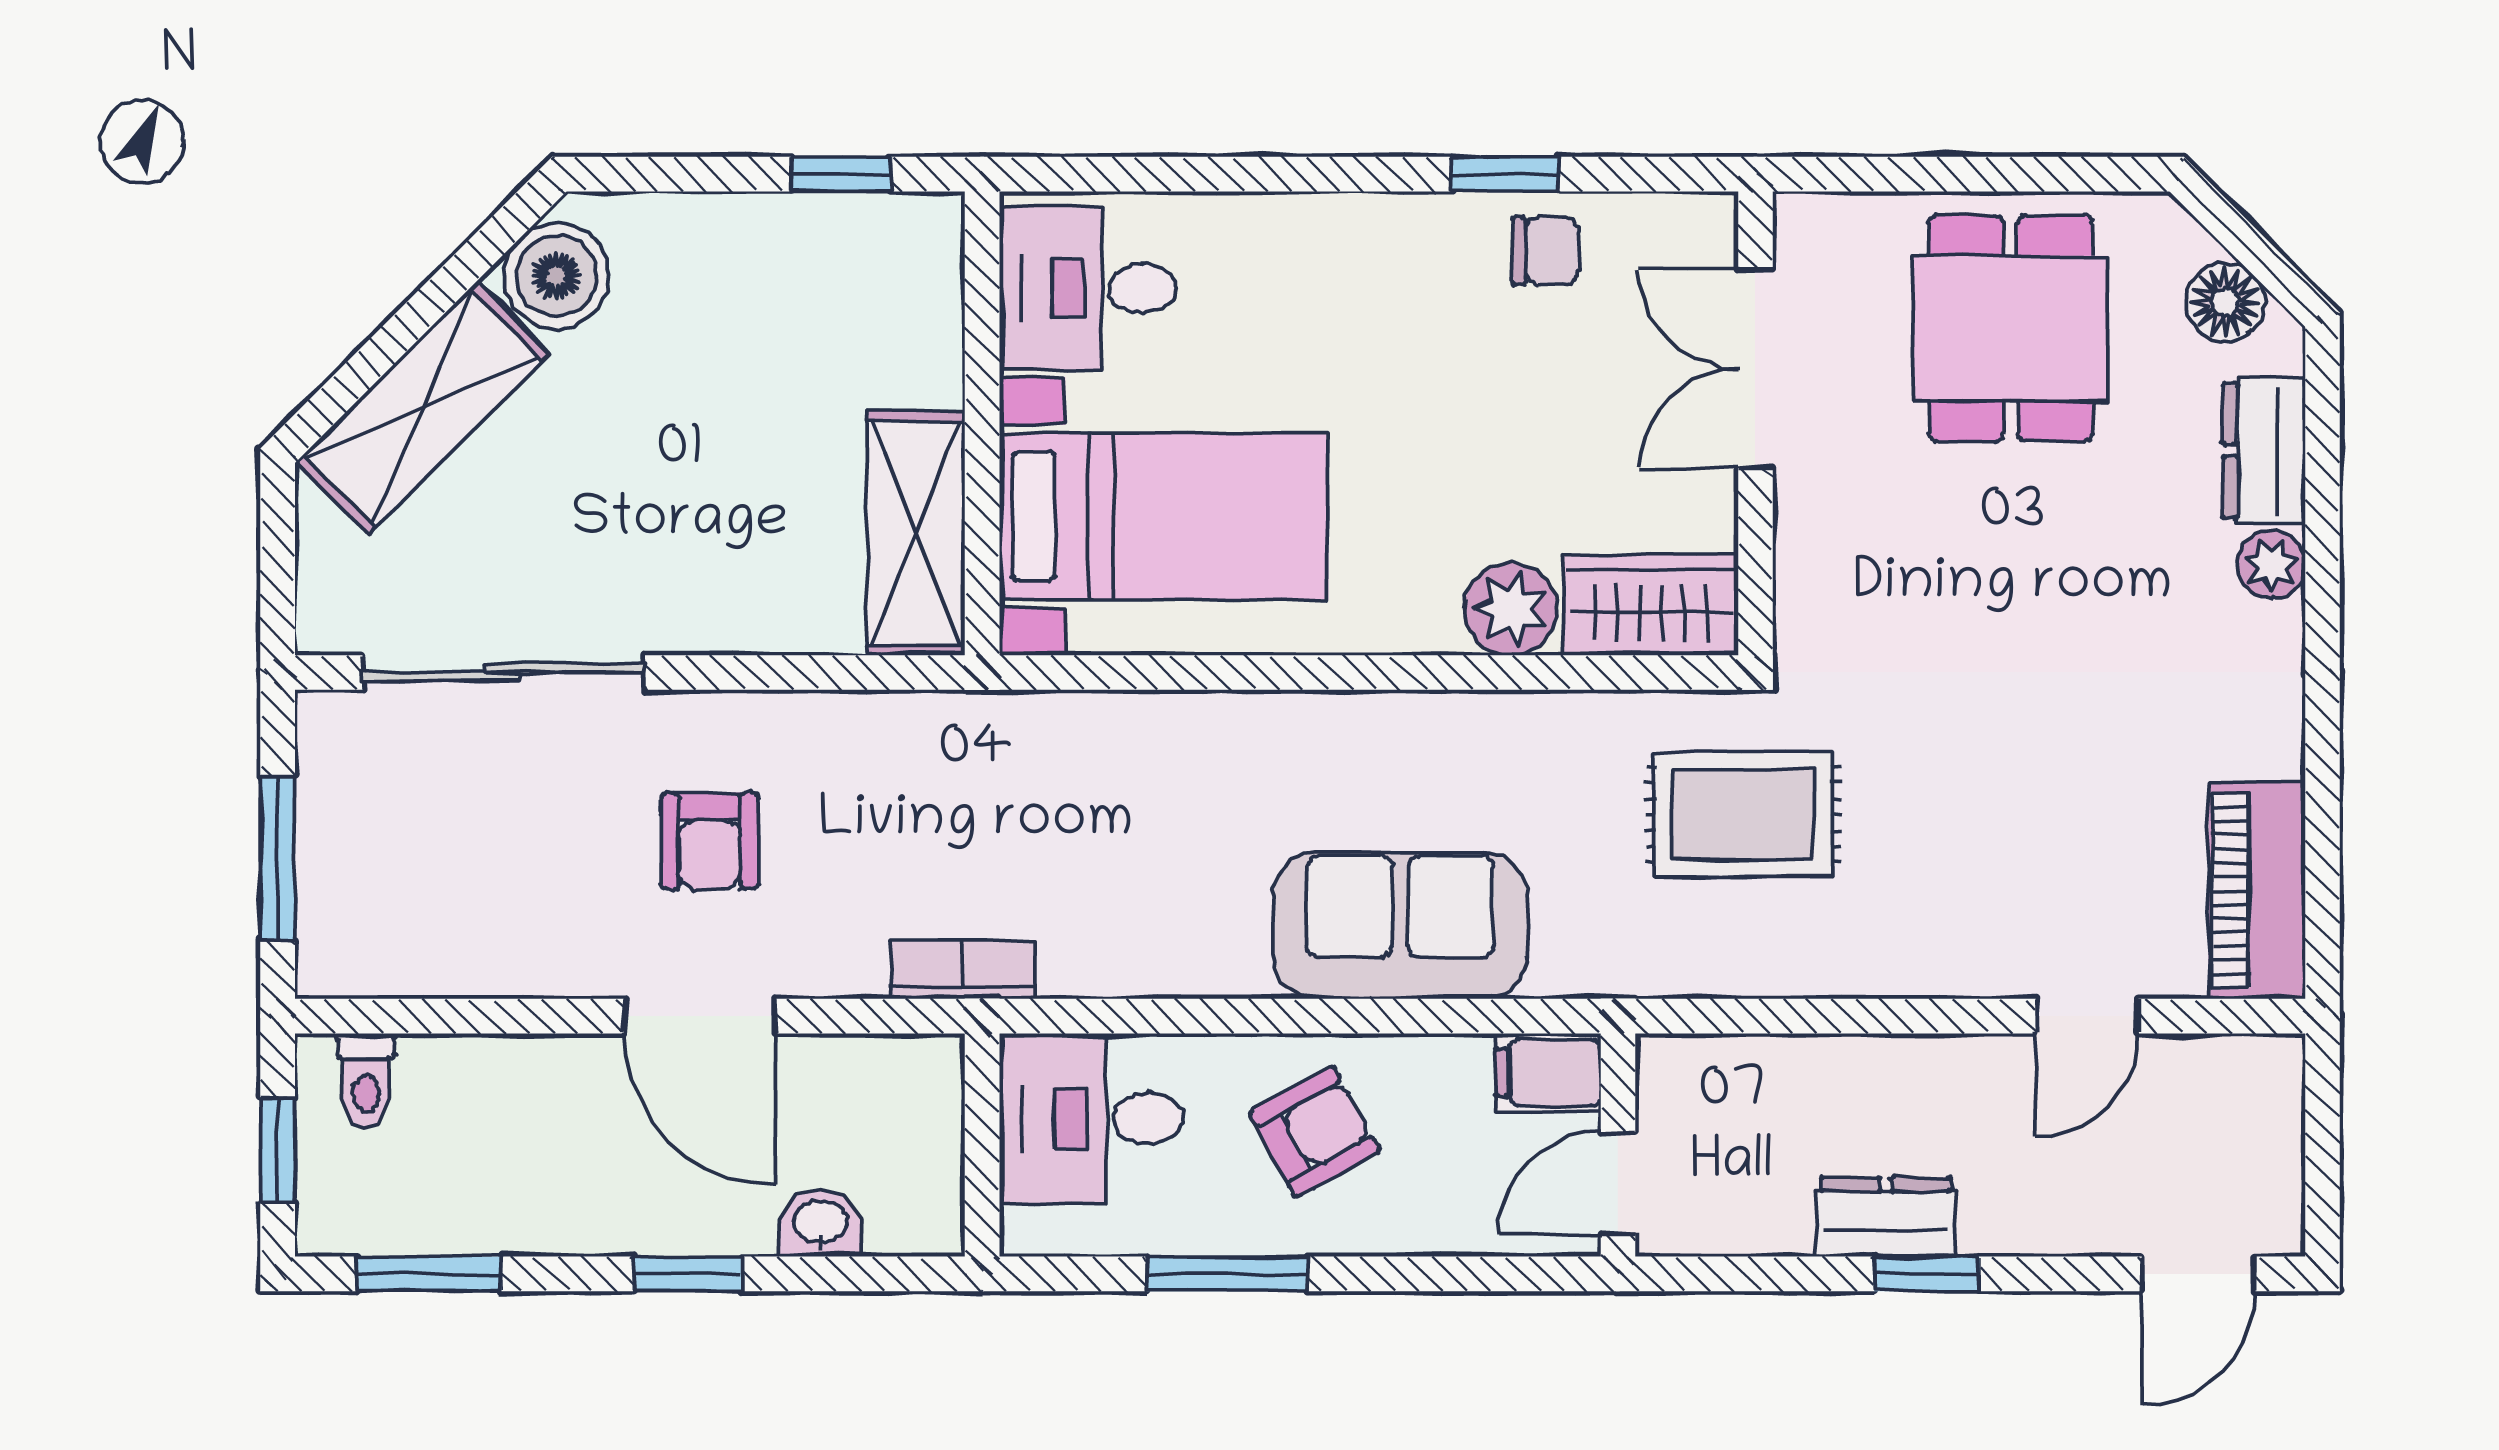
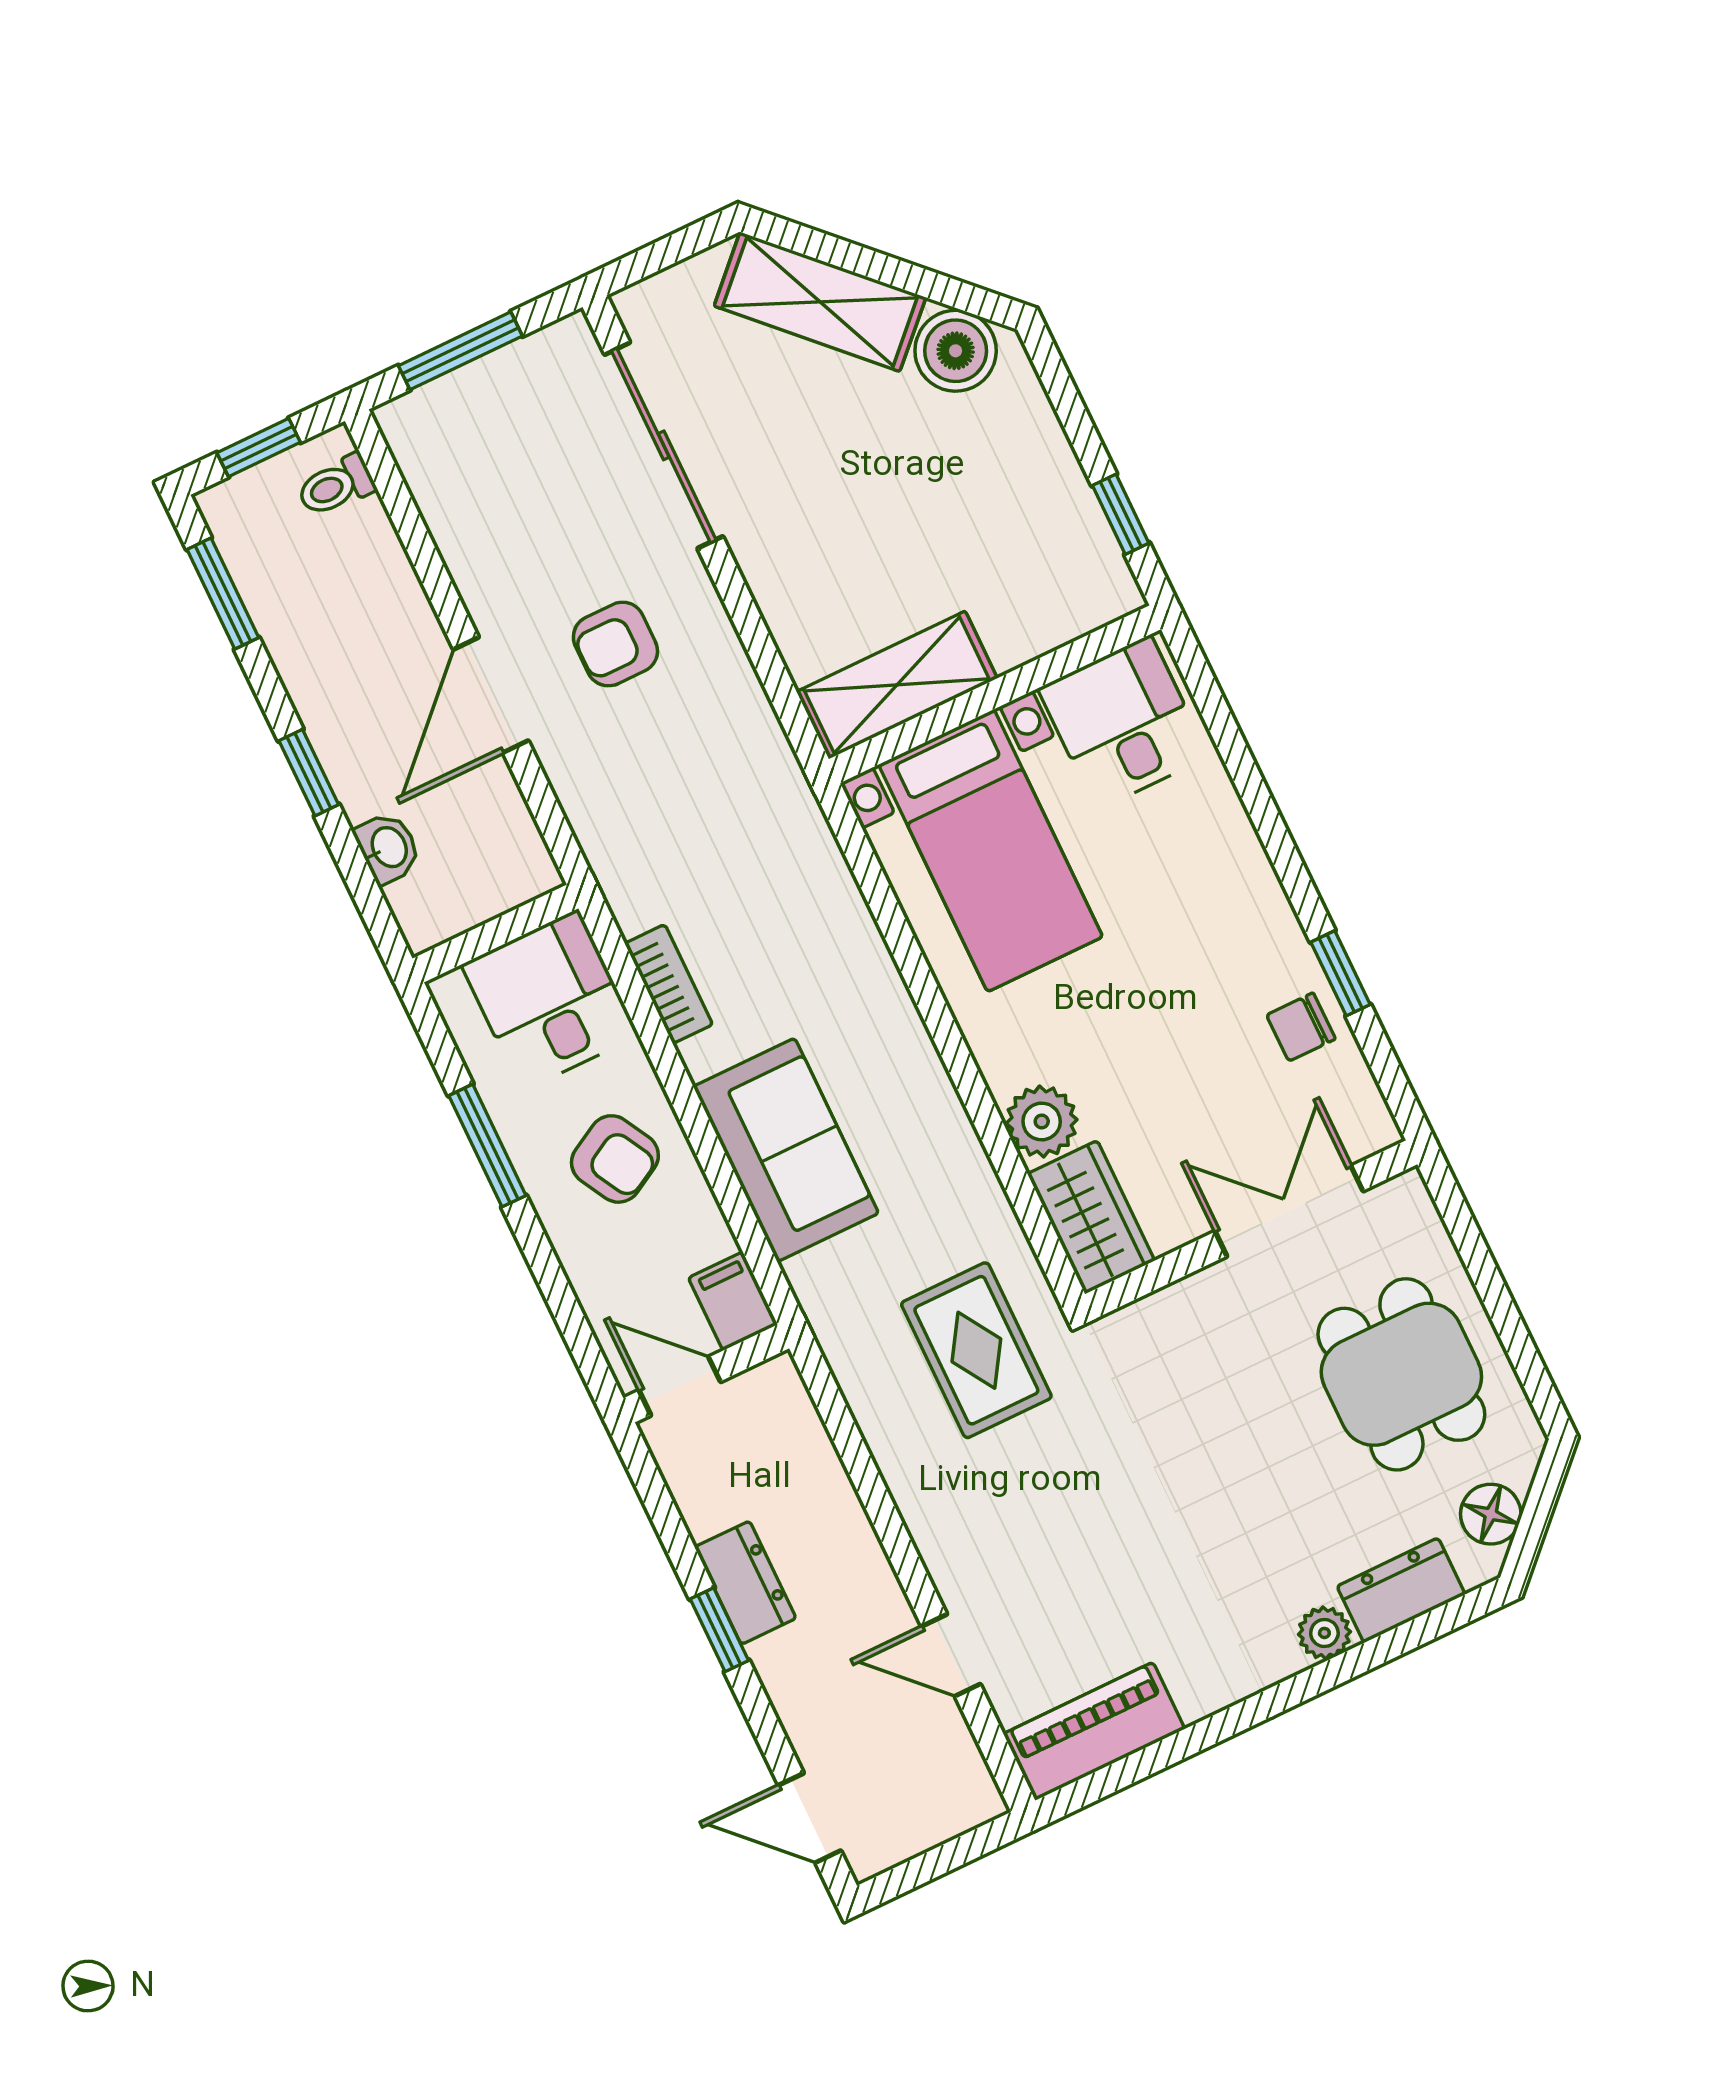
chair: (1546, 251) -> (1301, 1027), turned 90
dining table: (2011, 328) -> (1401, 1374), turned 90
bookcase: (963, 970) -> (669, 984), moved

